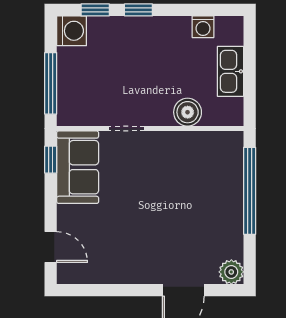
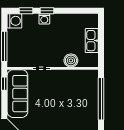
washing machine: (203, 27) -> (44, 19), moved
sofa: (78, 167) -> (17, 94), width x1.36

